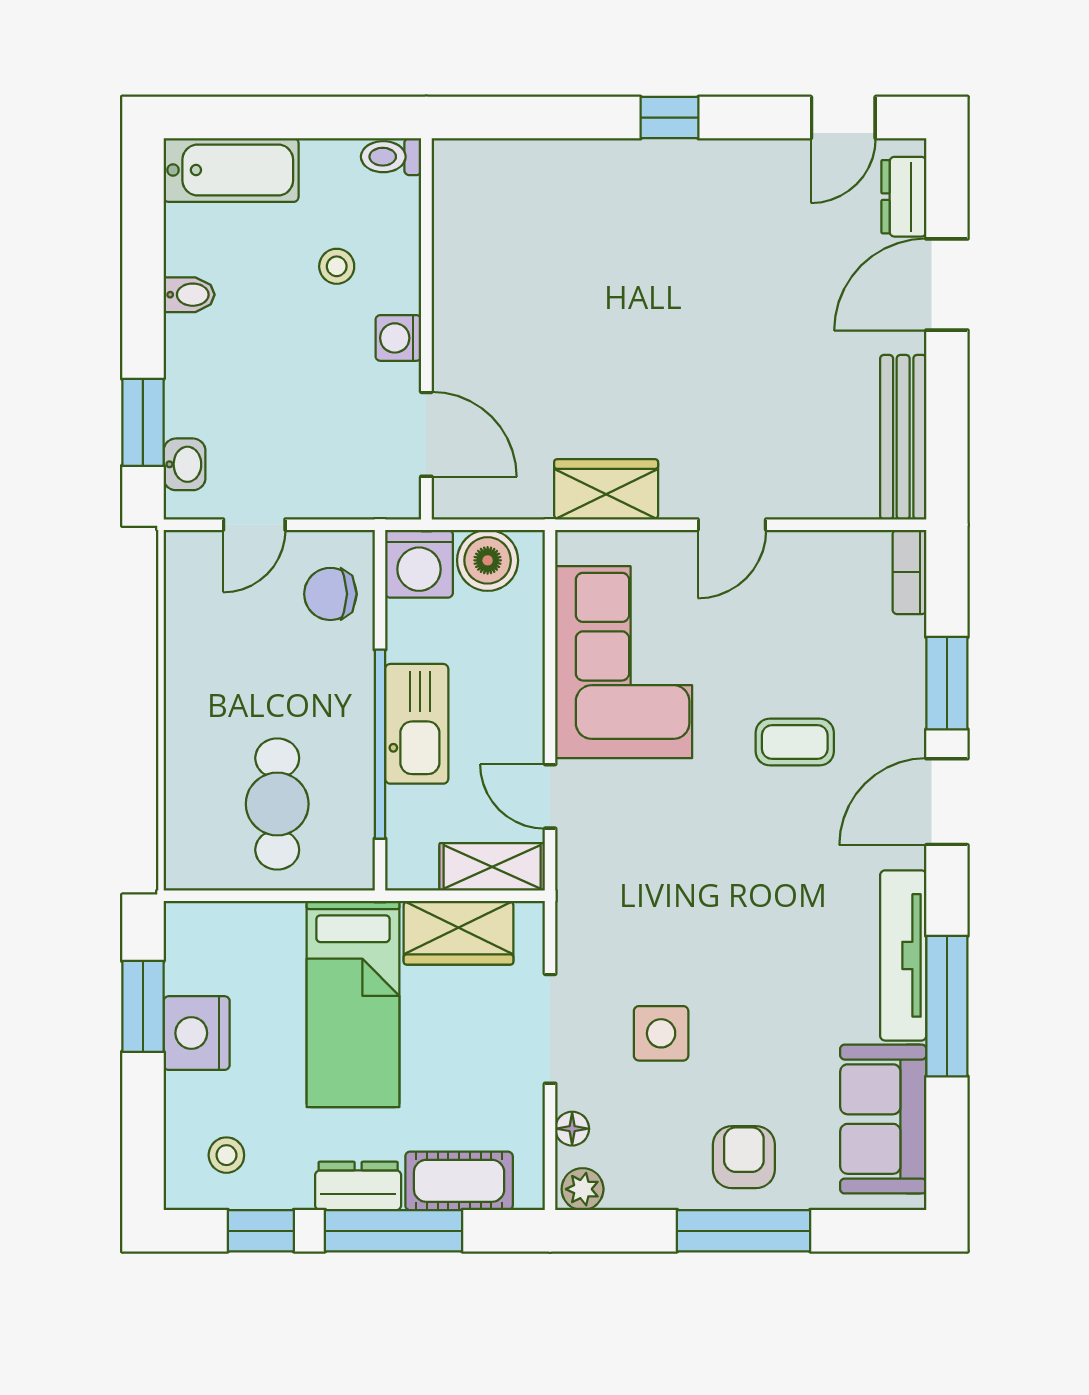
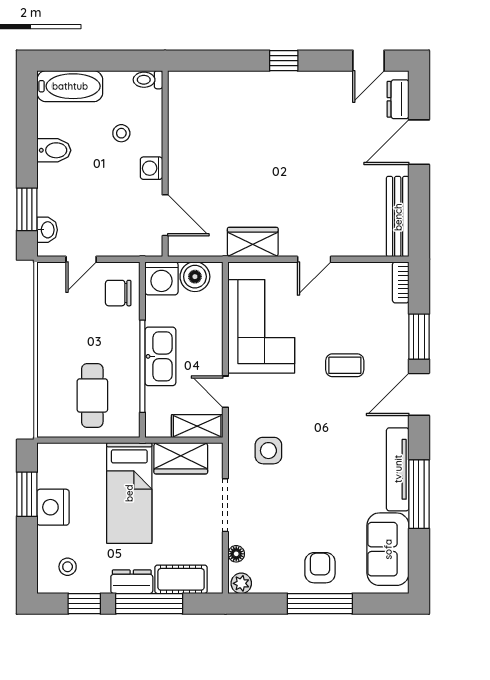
bidet: (189, 295) -> (54, 150), width x1.38, depth x1.36
side table: (661, 1033) -> (268, 451), moved

